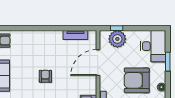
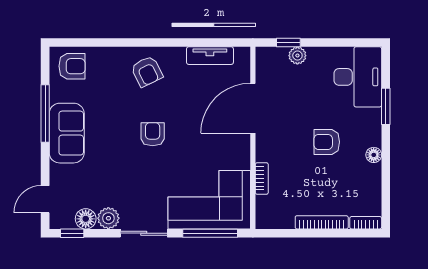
plant: (117, 39) -> (297, 56), width x0.53, depth x0.53
armchair: (42, 43) -> (147, 71), added
armchair: (137, 80) -> (327, 142), width x0.53, depth x0.53

